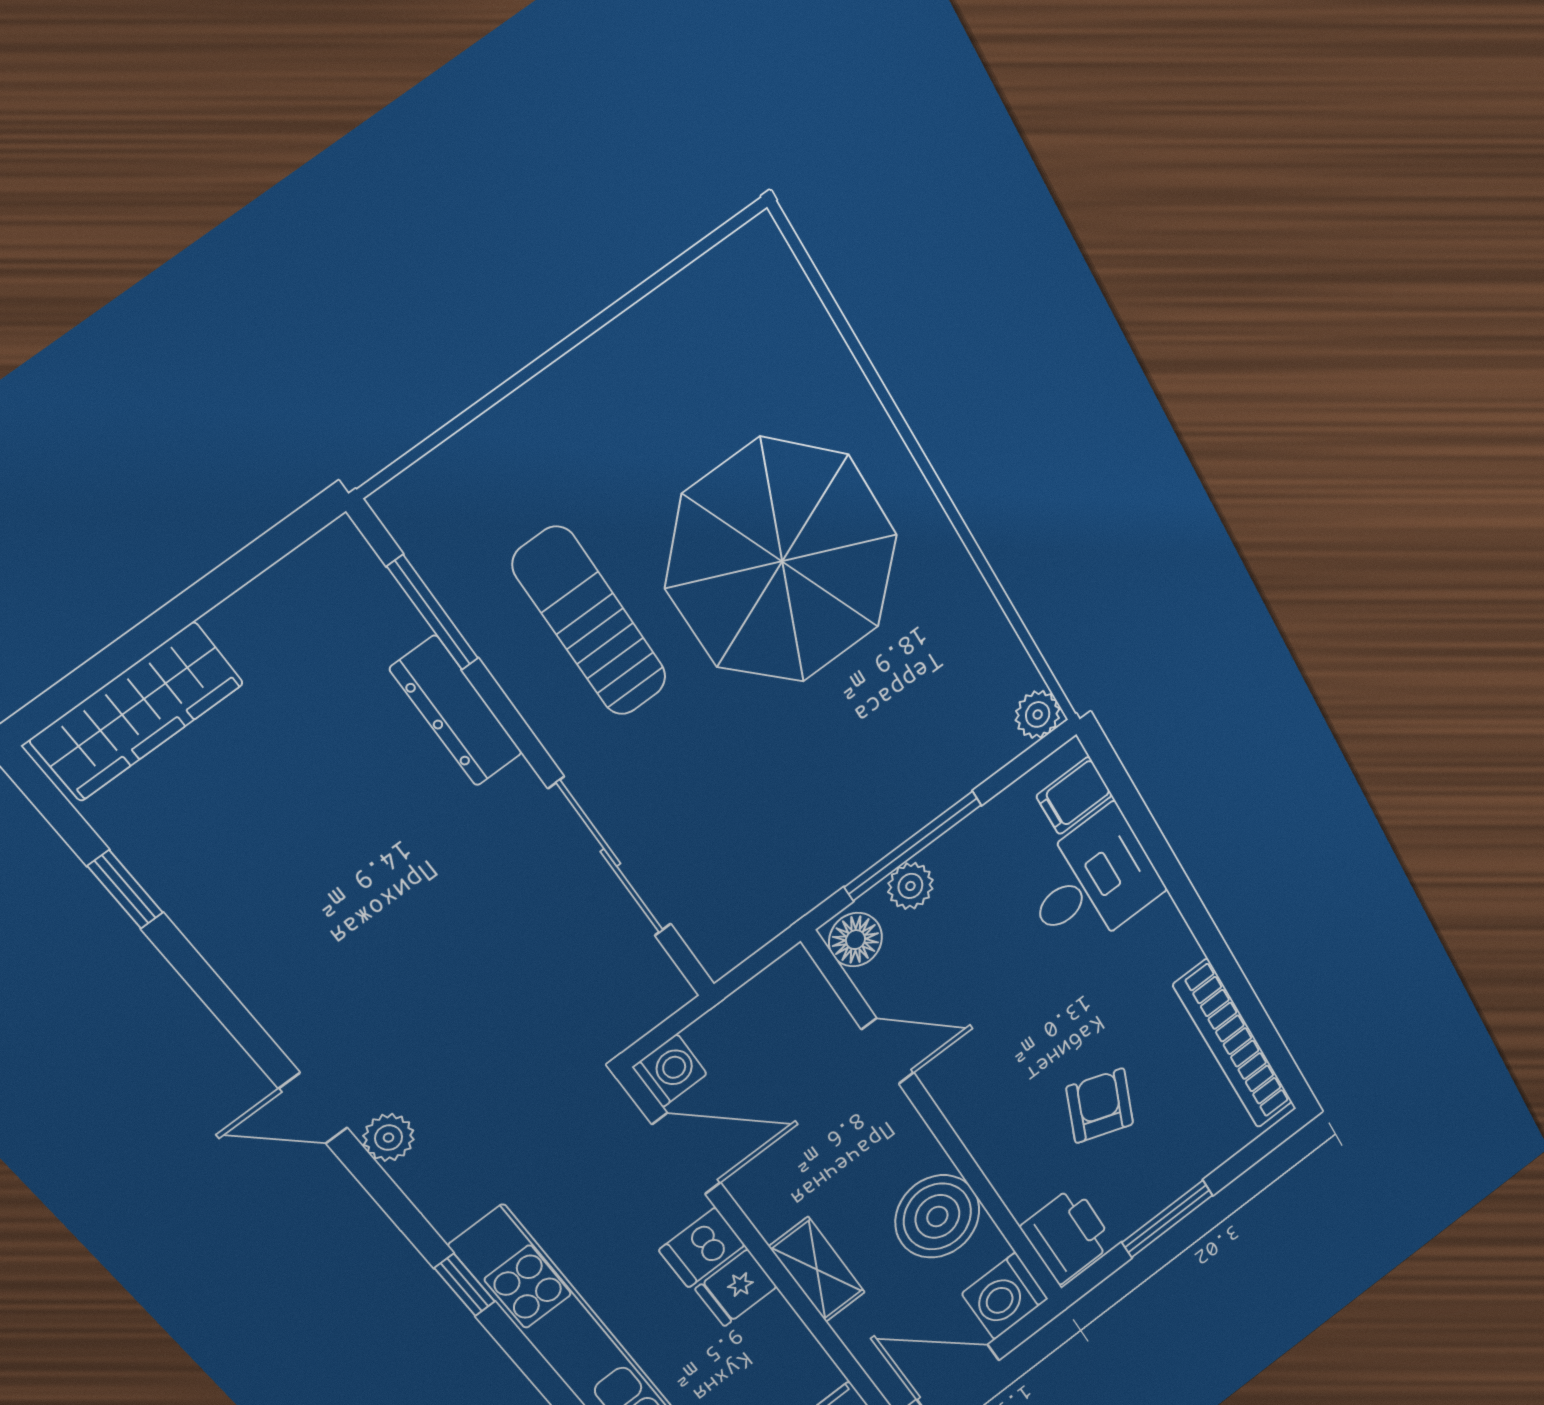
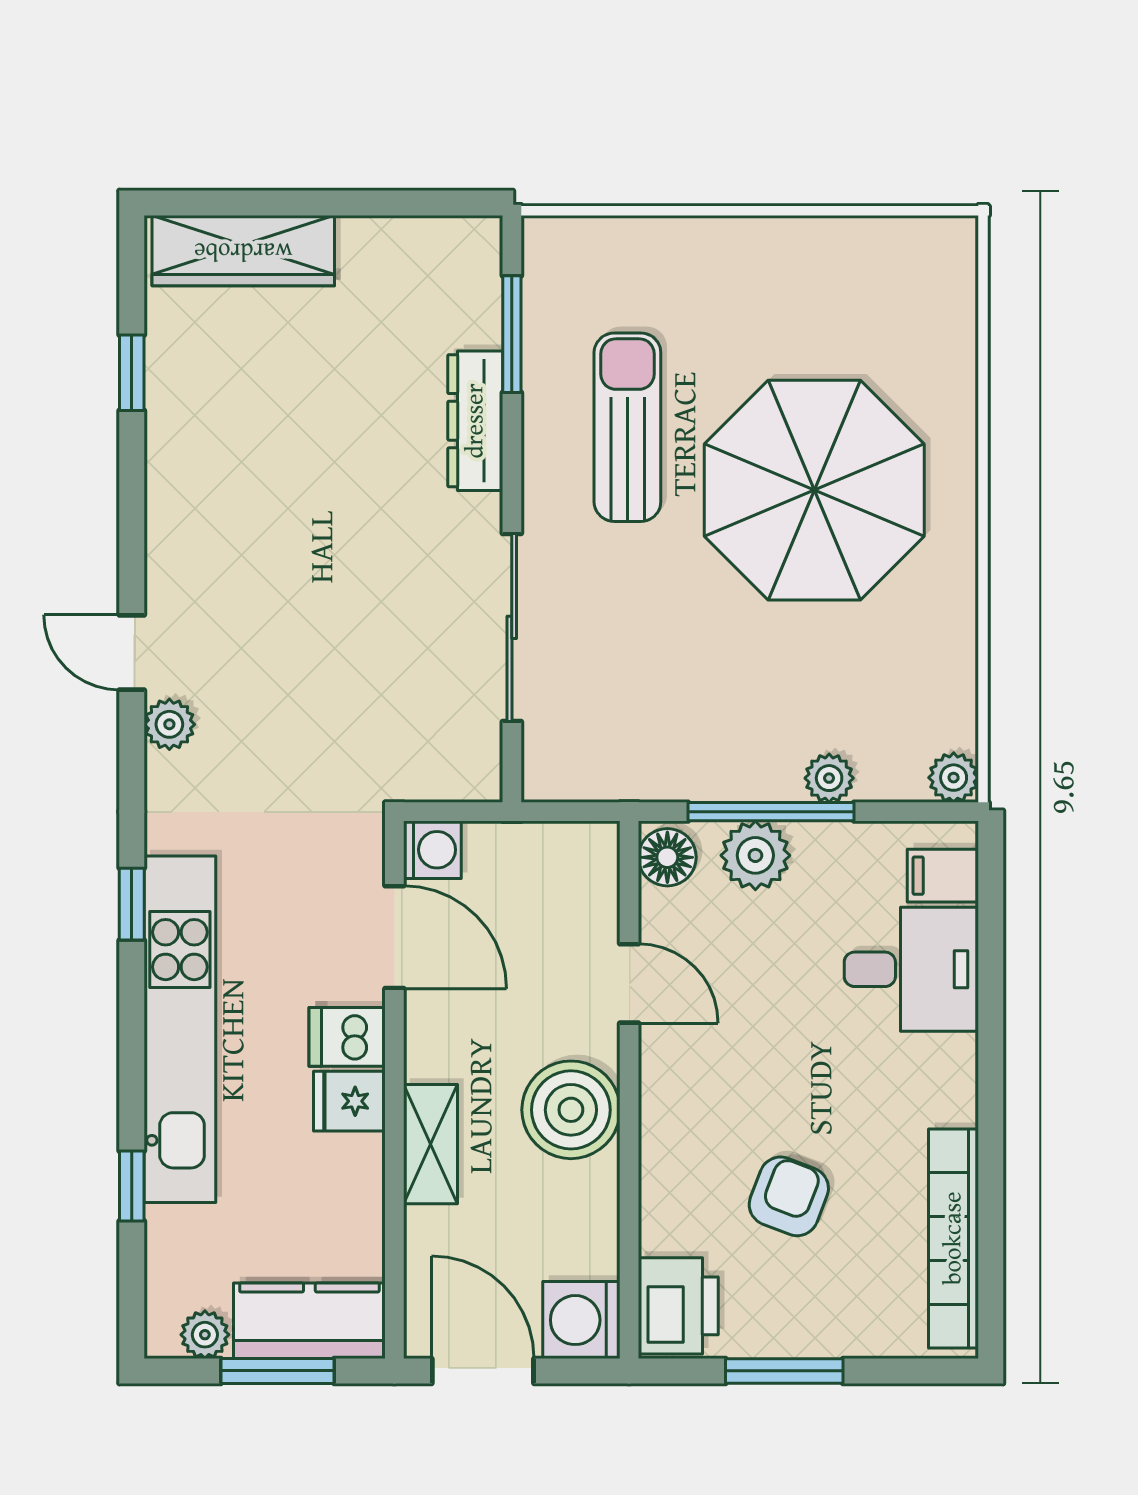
plant: (942, 787) -> (829, 778), added
plant: (910, 886) -> (755, 855), width x1.38, depth x1.38
boiler: (937, 1216) -> (571, 1110), moved

